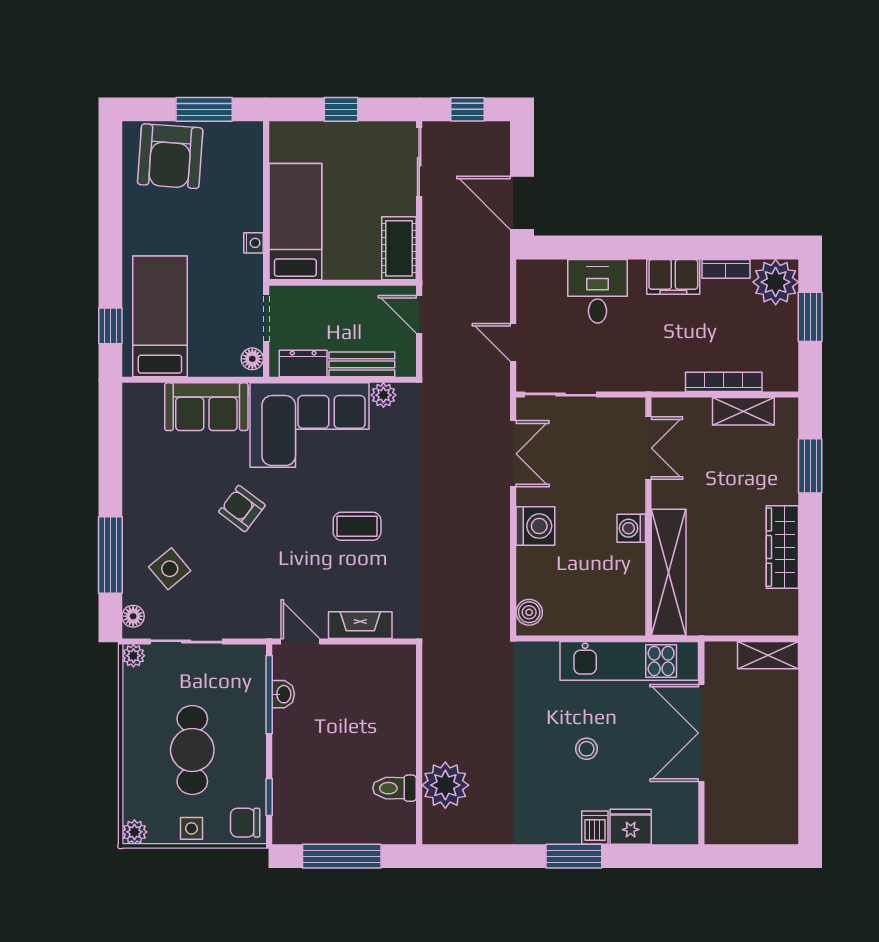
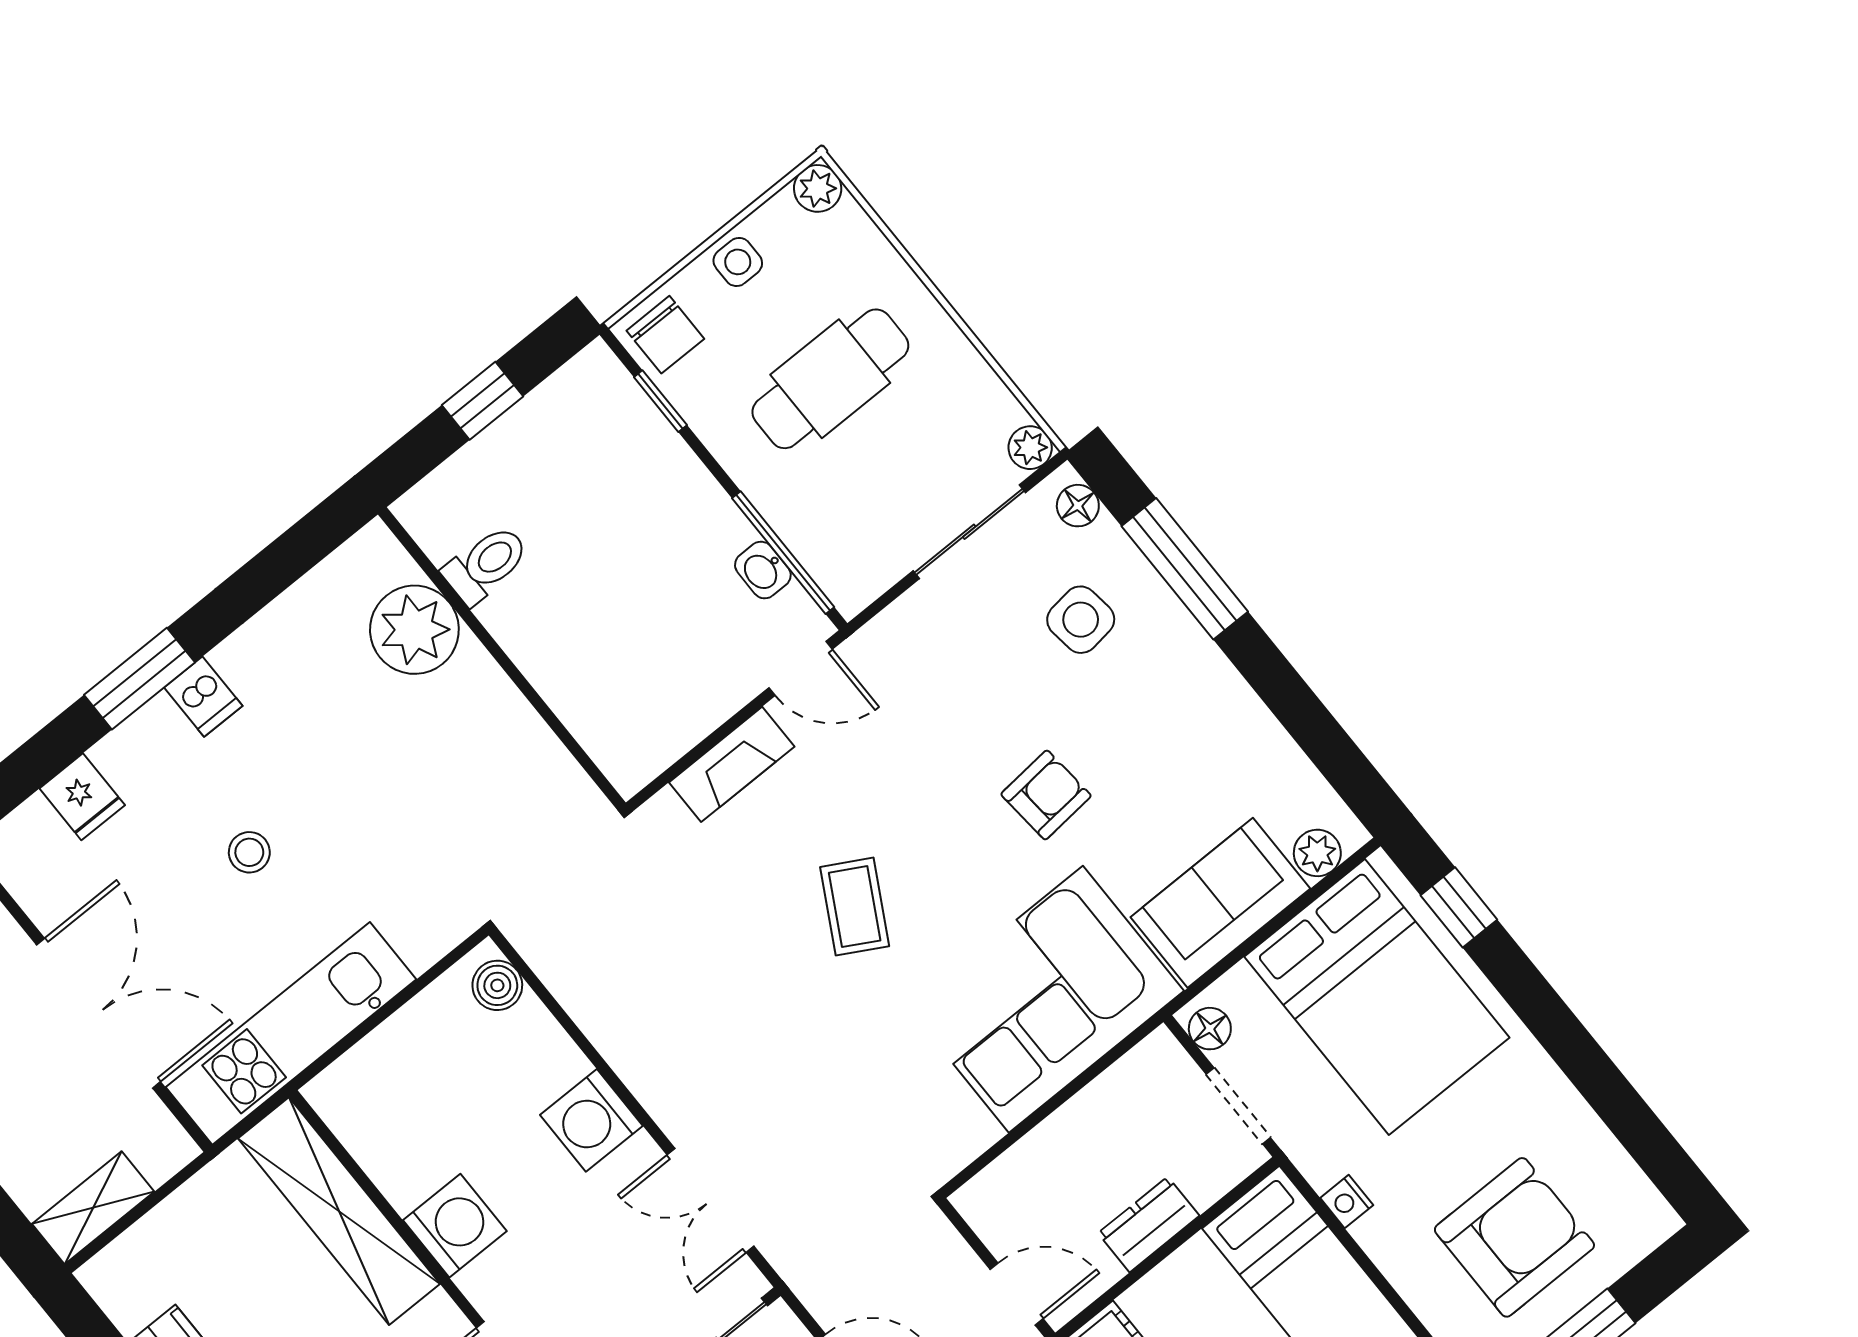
armchair: (170, 156) -> (1514, 1237), moved, turned 86
bed: (160, 316) -> (1377, 997), width x1.50
dresser: (303, 364) -> (1149, 1224), moved, turned 180
bench: (362, 364) -> (1041, 1152), removed
plant: (383, 395) -> (1317, 853), moved
armchair: (242, 509) -> (1046, 795), turned -42
coffee table: (357, 526) -> (855, 907), turned -61
washing machine: (631, 528) -> (455, 1226), width x1.38, depth x1.38
side table: (170, 569) -> (1081, 620), turned 33
cafe table: (192, 750) -> (830, 379), turned 90
chair: (245, 823) -> (665, 335), turned 90
fridge: (631, 827) -> (82, 797), width x0.72
dishwasher: (595, 828) -> (203, 697), moved
window: (342, 856) -> (482, 401), width x0.46

